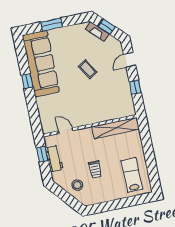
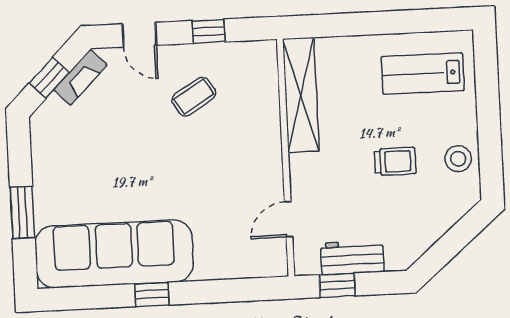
fireplace: (97, 31) -> (80, 77), moved
coffee table: (88, 69) -> (194, 97), moved
stool: (77, 185) -> (458, 159), moved

